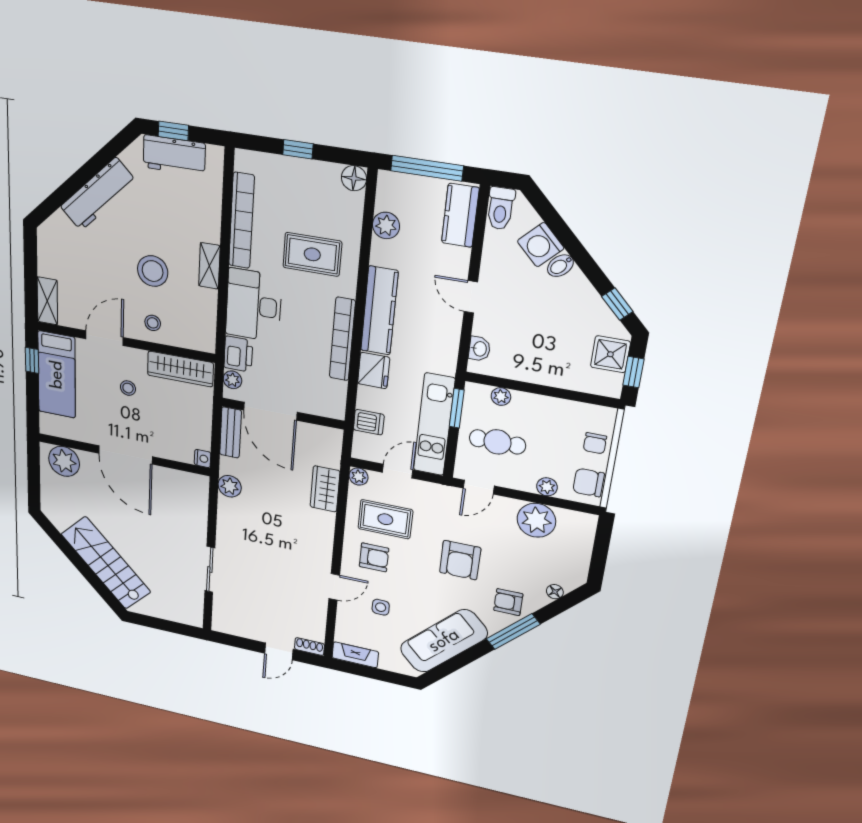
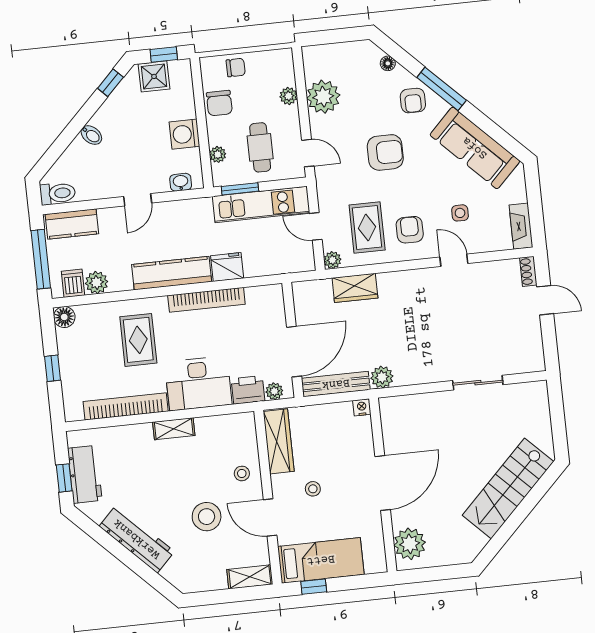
washing machine: (541, 245) -> (184, 134), moved, turned 135
stool: (153, 271) -> (207, 517), moved
dishwasher: (369, 422) -> (73, 283), moved
bench: (230, 432) -> (336, 384), width x1.36
chair: (589, 483) -> (219, 103), moved

